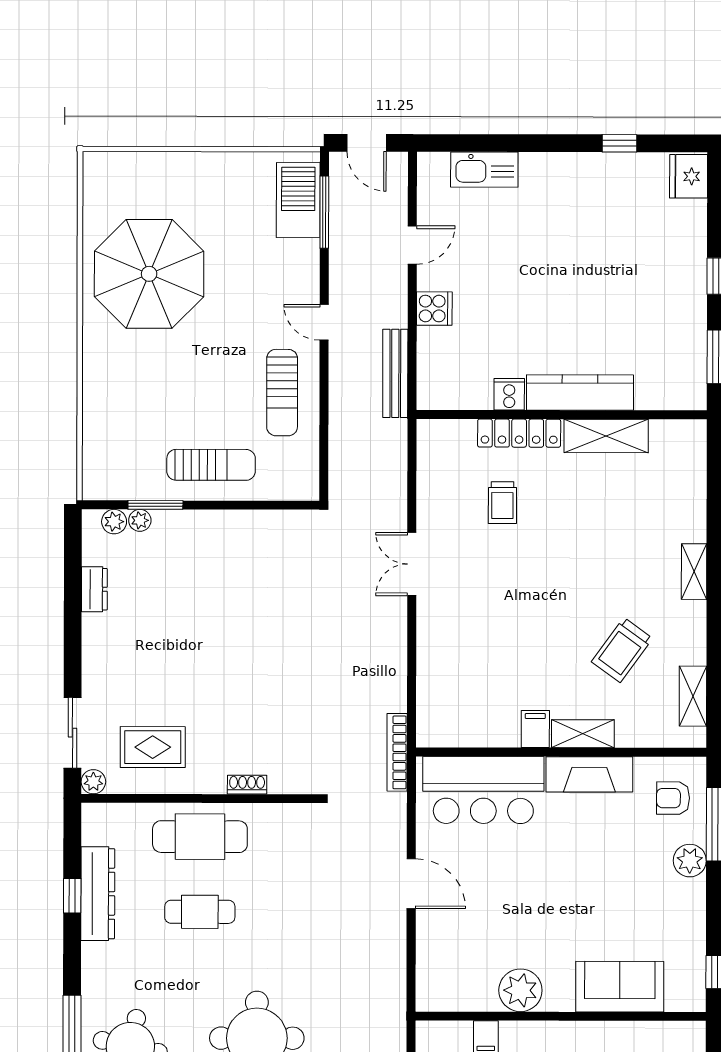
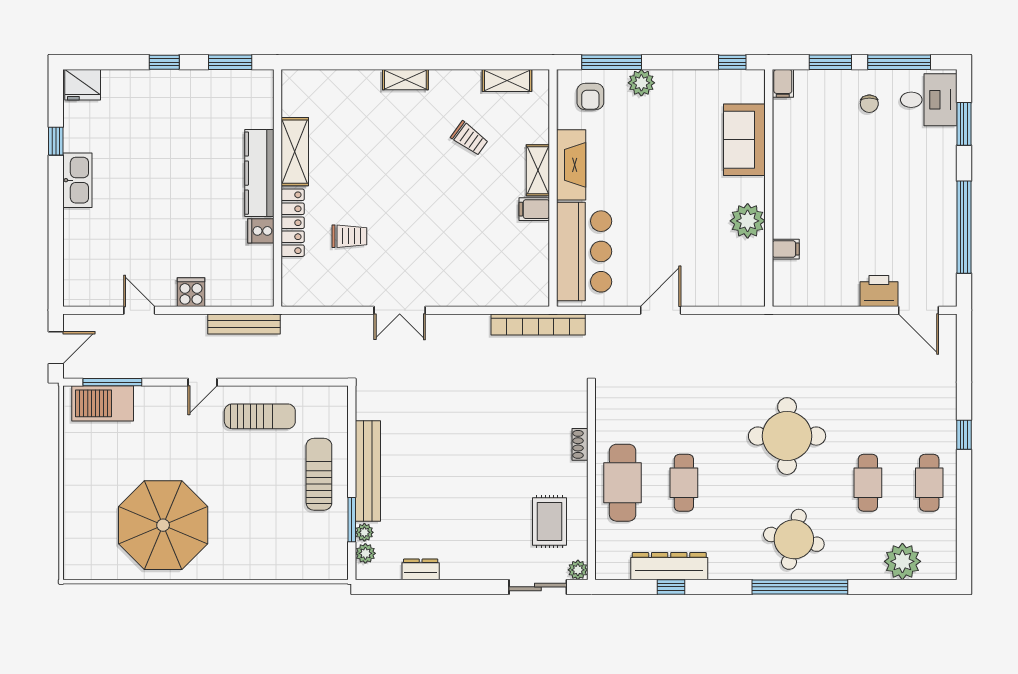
kitchen sink: (484, 170) -> (77, 180), moved
bench: (215, 525) -> (368, 471), added
trolley: (622, 650) -> (470, 138), width x0.73, depth x0.72
bookcase: (397, 752) -> (538, 324), width x1.48, depth x1.31
filing cabinet: (689, 1034) -> (783, 83), added

